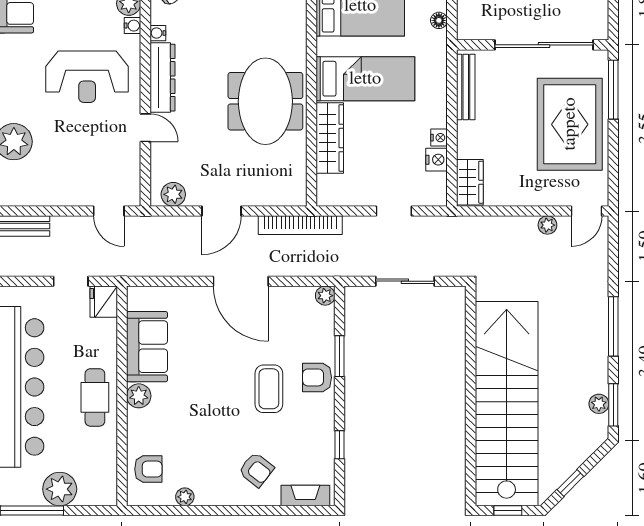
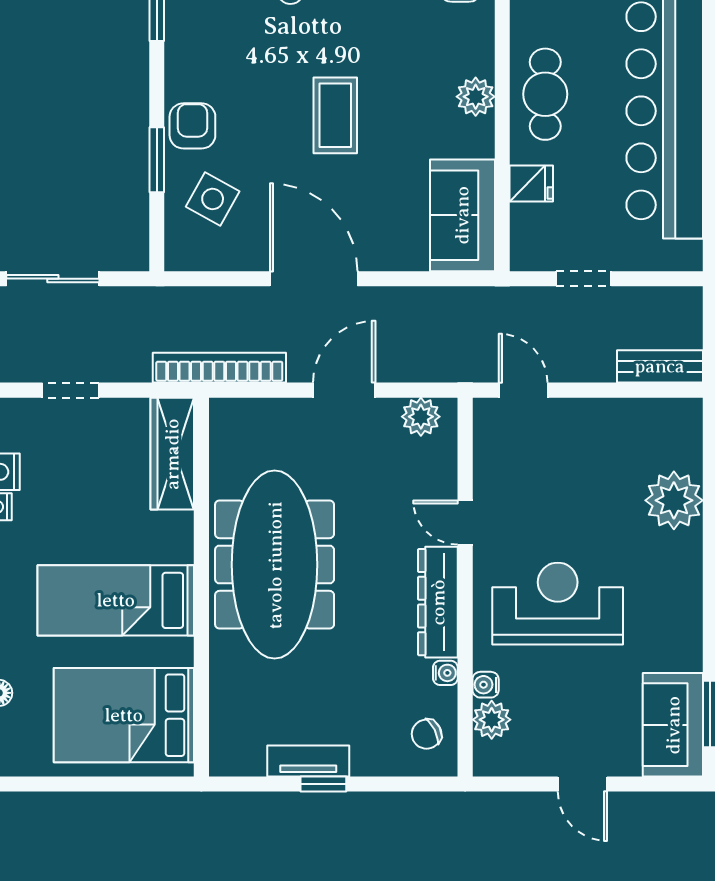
meeting table: (265, 101) -> (275, 565), width x1.36
wardrobe: (330, 138) -> (172, 454), moved
plant: (325, 296) -> (180, 256), removed
fridge: (104, 302) -> (531, 184), moved, width x0.72
side table: (304, 331) -> (213, 199), added
sofa: (147, 347) -> (462, 215), moved
armchair: (317, 377) -> (192, 126), turned -90
coffee table: (269, 389) -> (335, 115), moved

